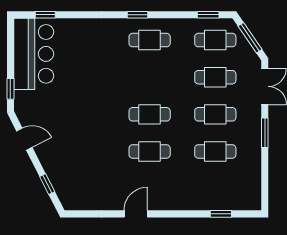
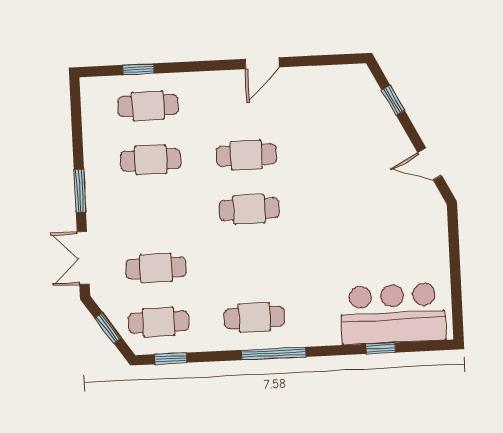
window: (45, 15) -> (381, 348), moved
window: (138, 15) -> (274, 353), width x2.17
window: (250, 38) -> (108, 328), width x0.67
bar counter: (34, 54) -> (393, 314), moved, turned 90
window: (10, 89) -> (453, 236), removed
cafe table: (215, 114) -> (148, 106), moved

